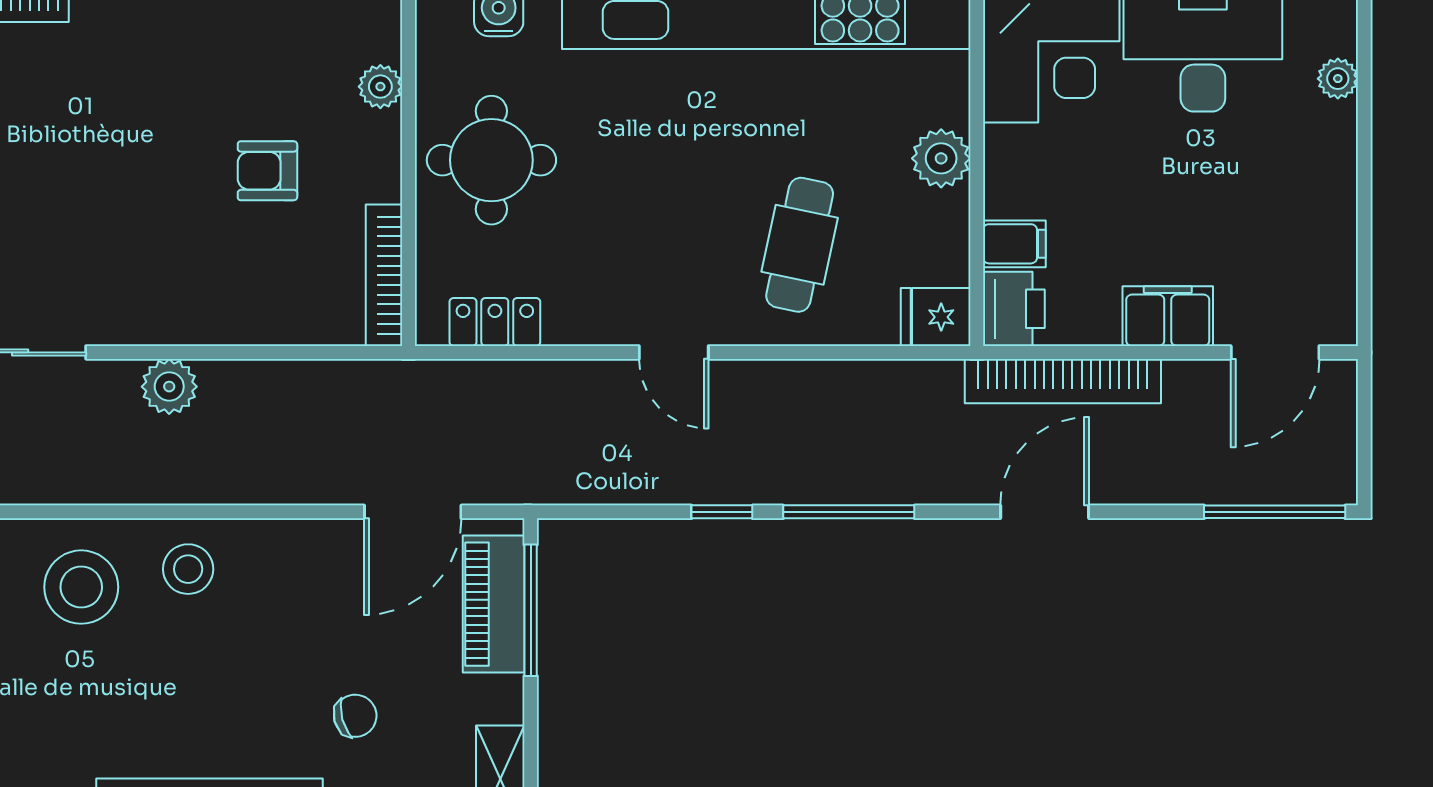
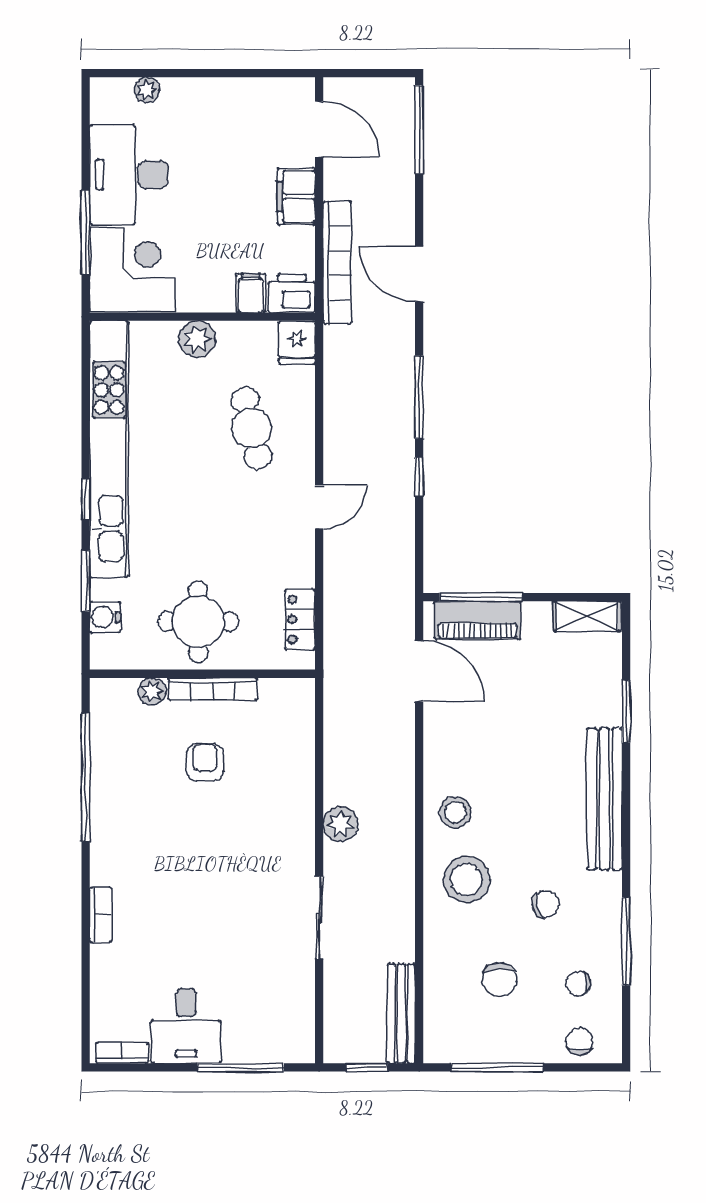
armchair: (267, 171) -> (205, 762), turned 180
cafe table: (800, 245) -> (251, 428), turned 65
bookcase: (384, 275) -> (213, 689), moved
chair: (355, 716) -> (545, 904), moved, turned 88

